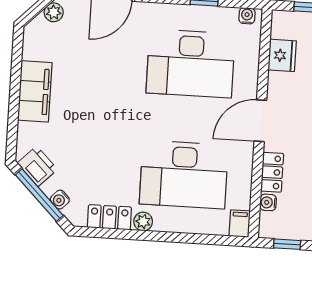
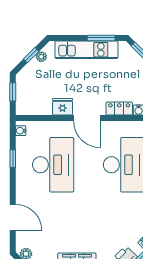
fridge: (282, 55) -> (62, 107), moved

